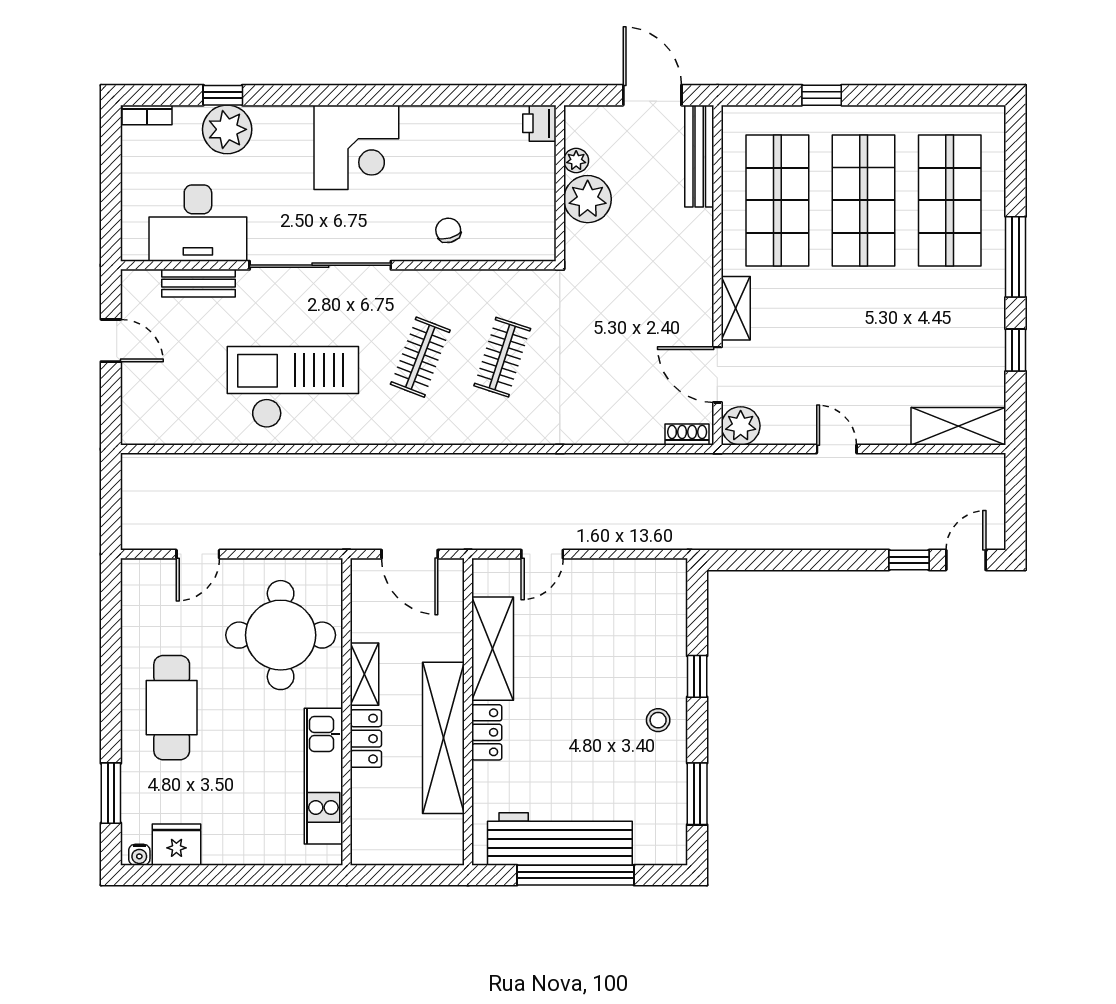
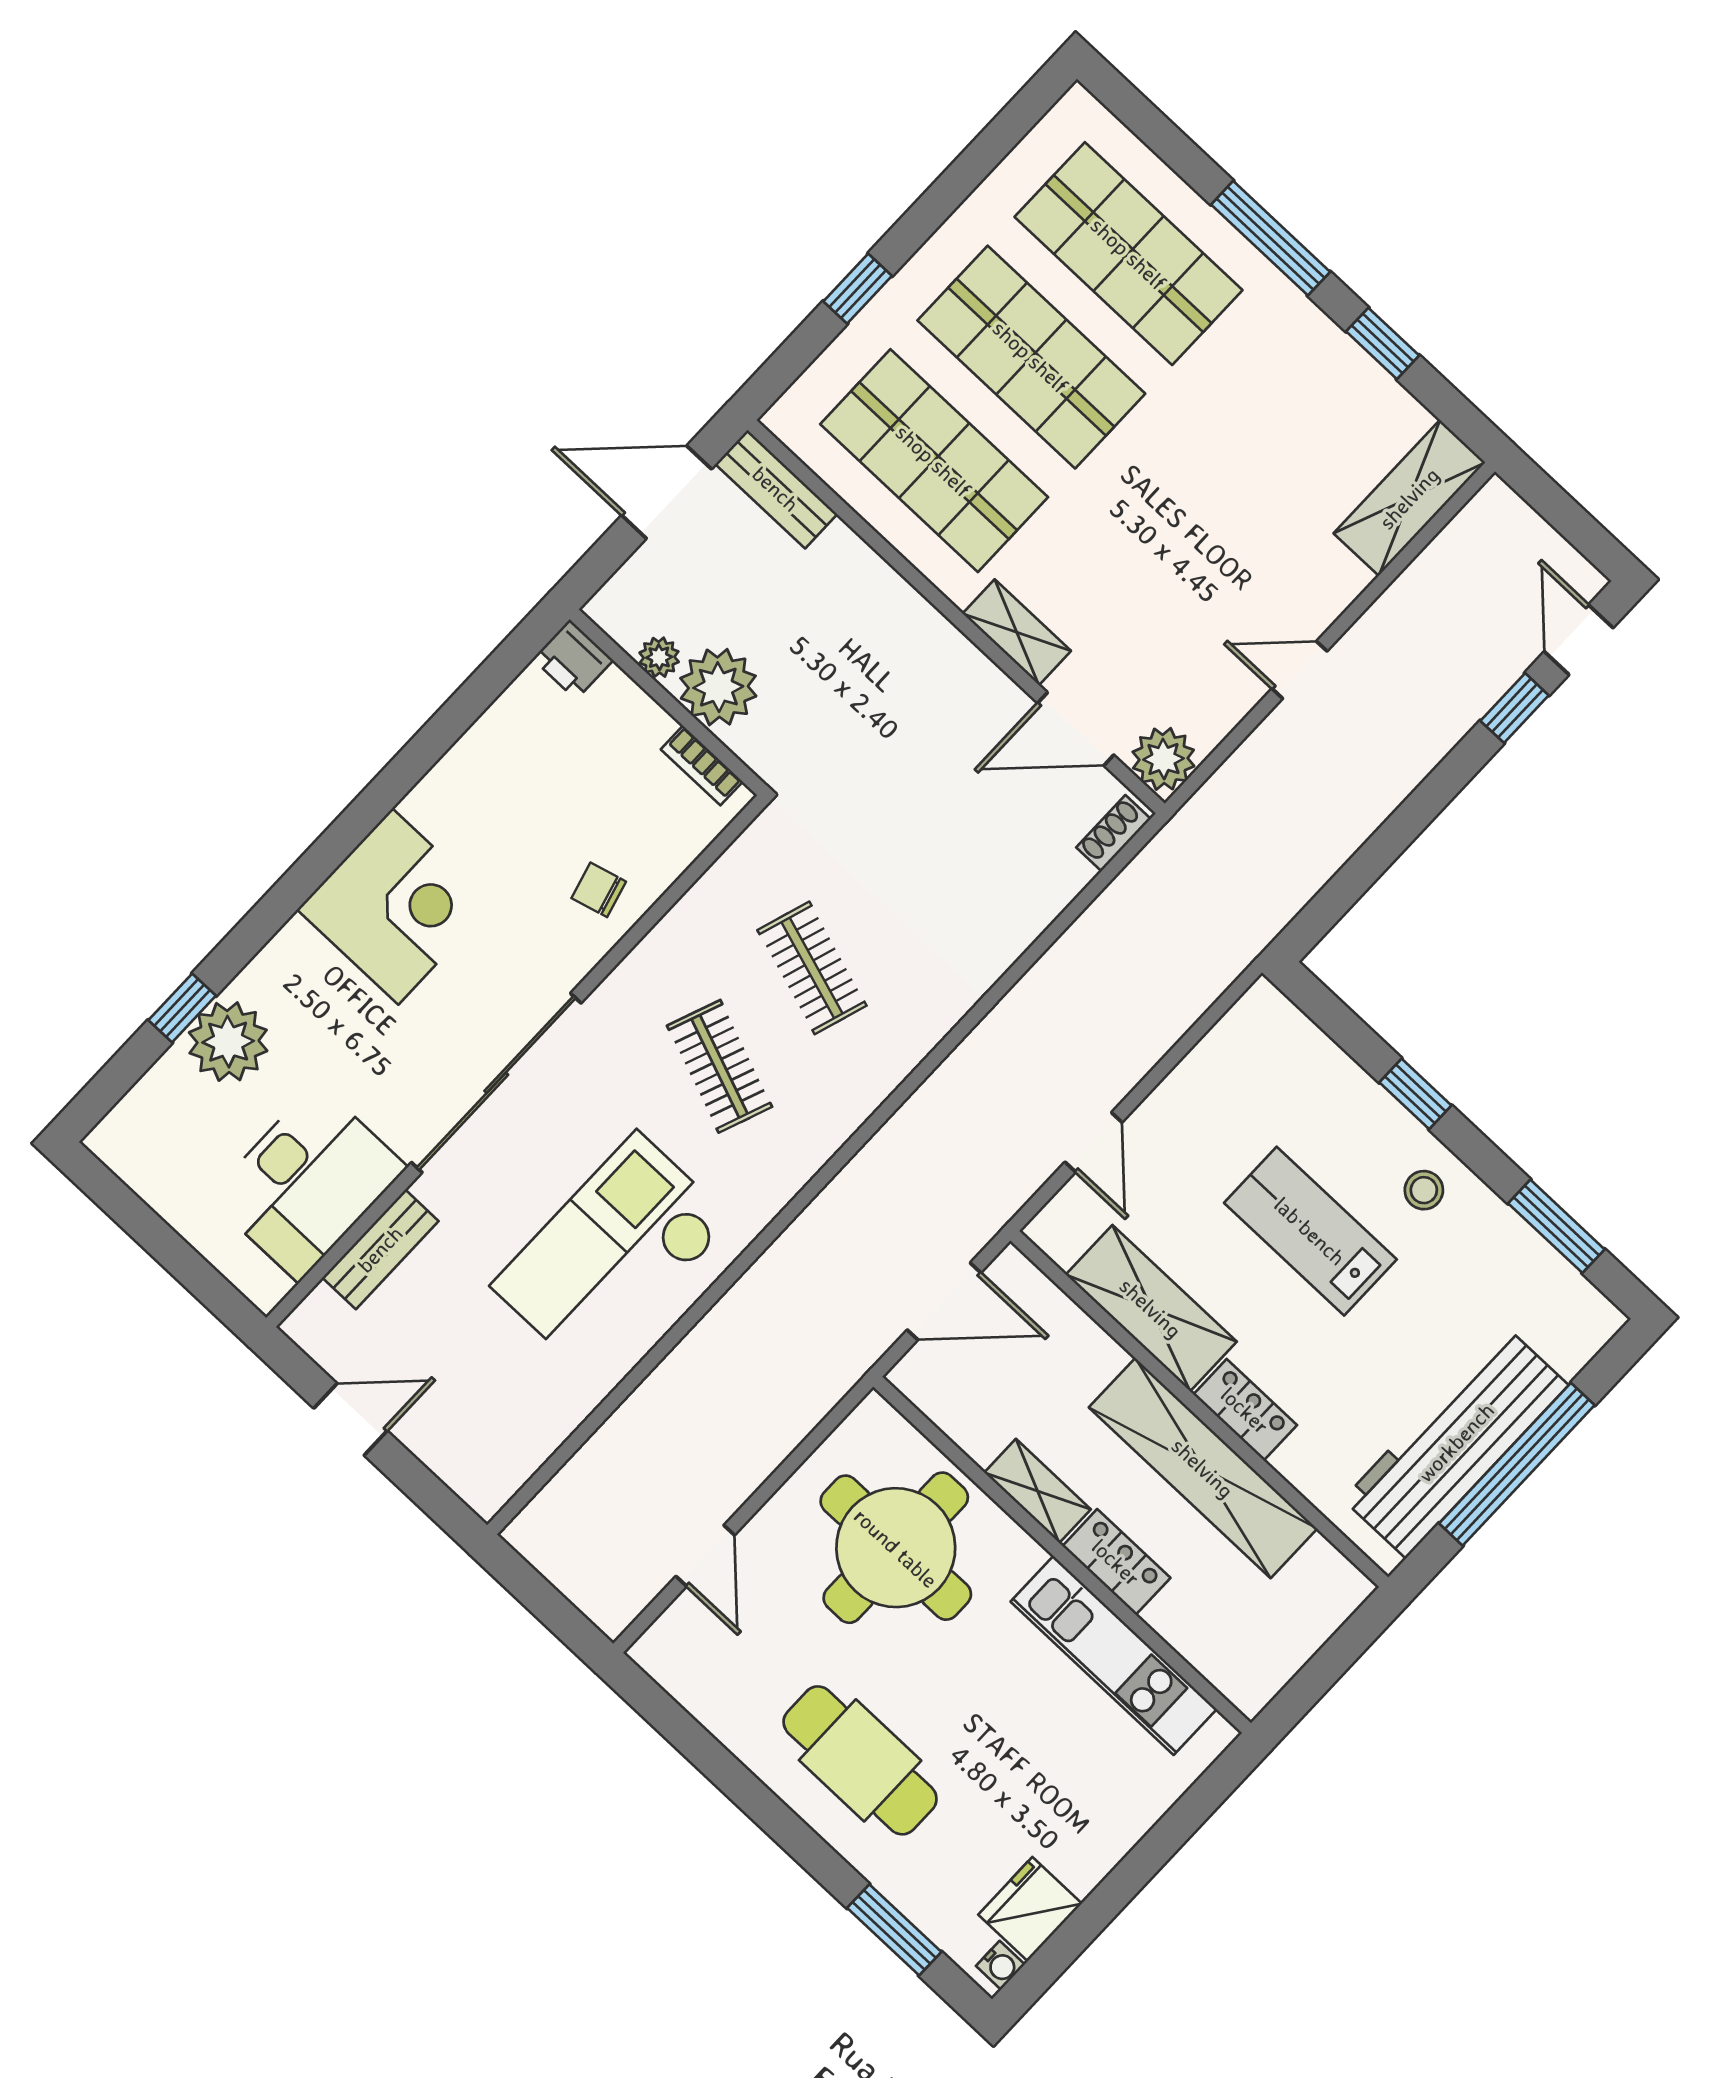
bookcase: (147, 115) -> (702, 765), moved, turned 90
bench: (699, 156) -> (776, 489), width x0.73
lab bench: (593, 687) -> (1310, 1231), added

